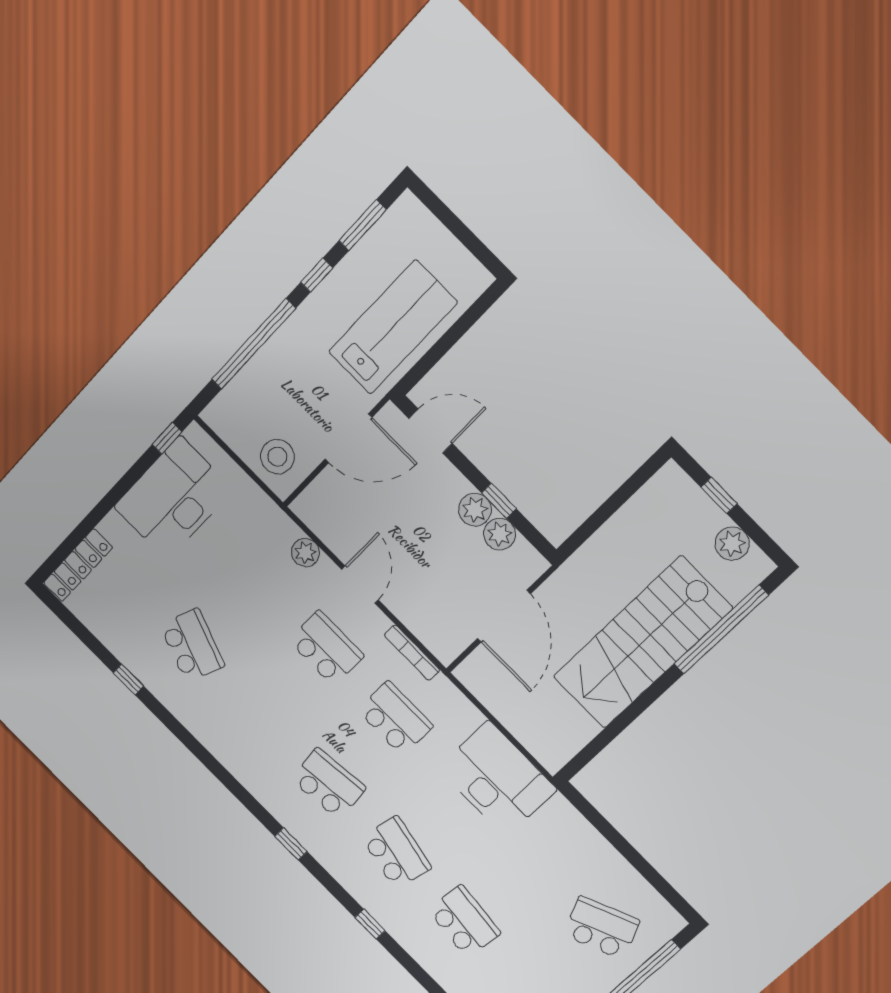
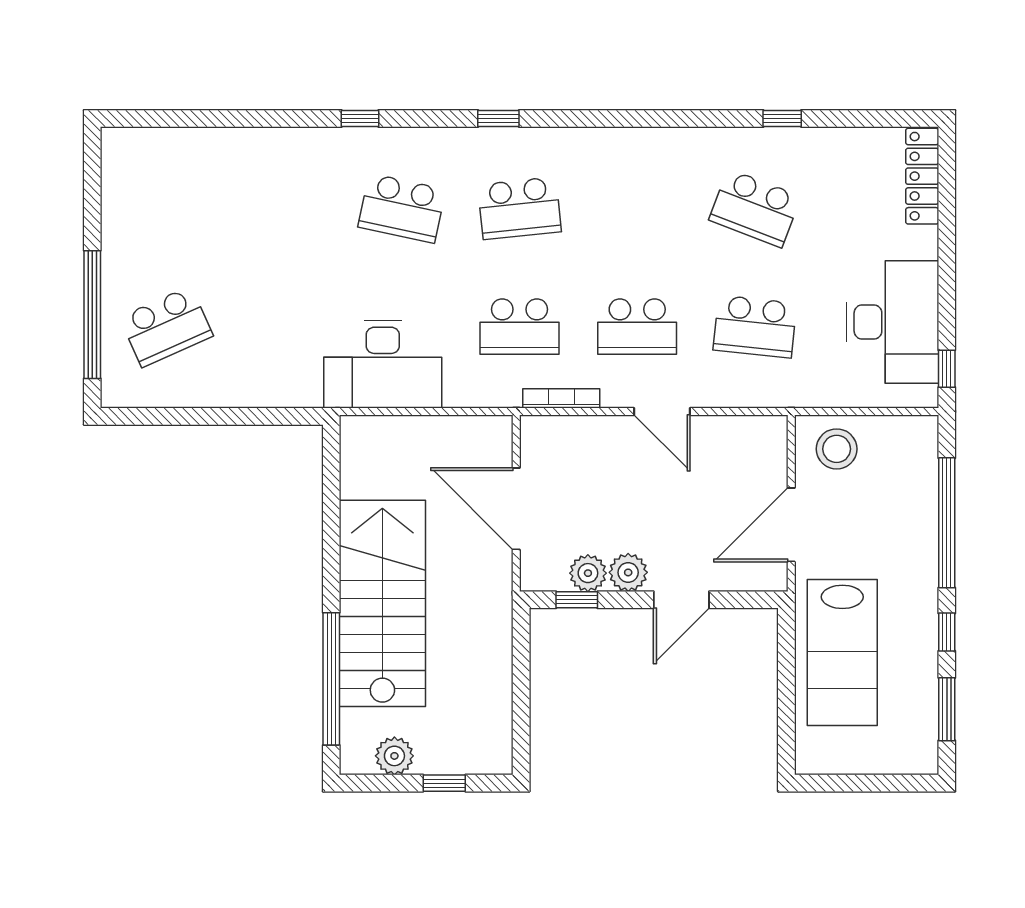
door: (430, 431) -> (681, 600), moved
window: (499, 501) -> (577, 600), moved
plant: (305, 553) -> (735, 391), removed
school desk: (464, 921) -> (755, 327), moved

